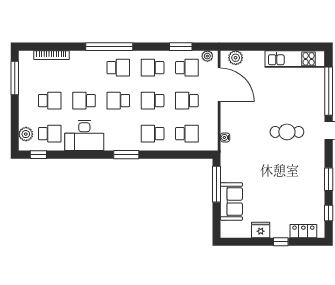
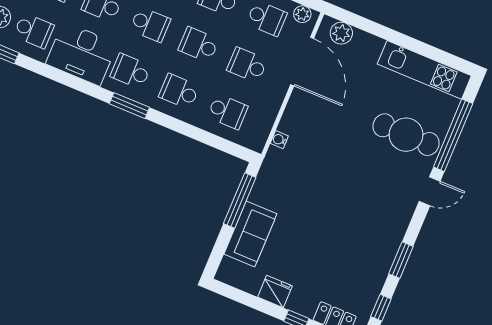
school desk: (118, 101) -> (150, 24), turned 180
cafe table: (287, 132) -> (406, 135), moved, width x1.37, depth x1.35
school desk: (118, 134) -> (131, 71), added

